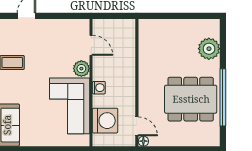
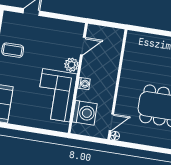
door: (91, 45) -> (83, 46), hinge flipped
door: (137, 126) -> (111, 122), hinge flipped

